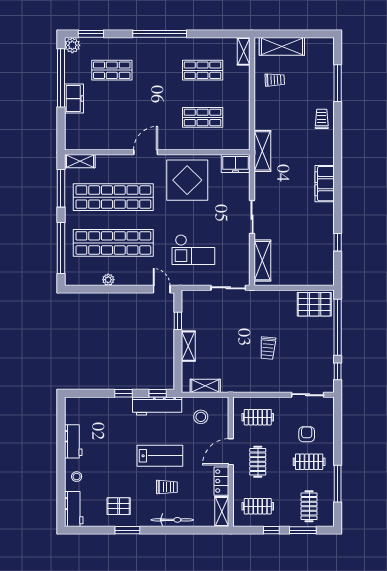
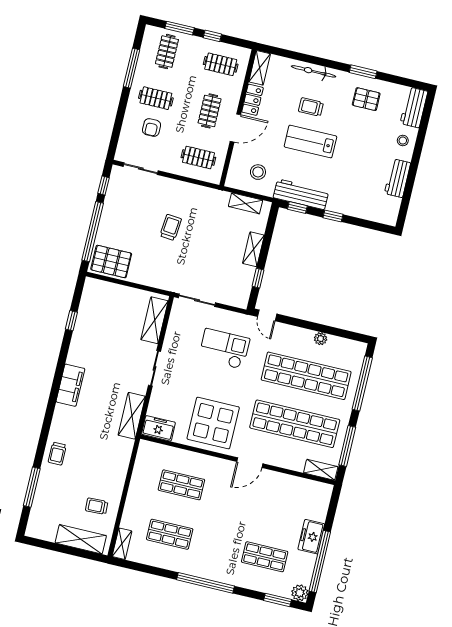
shelving: (262, 151) -> (132, 416), moved

